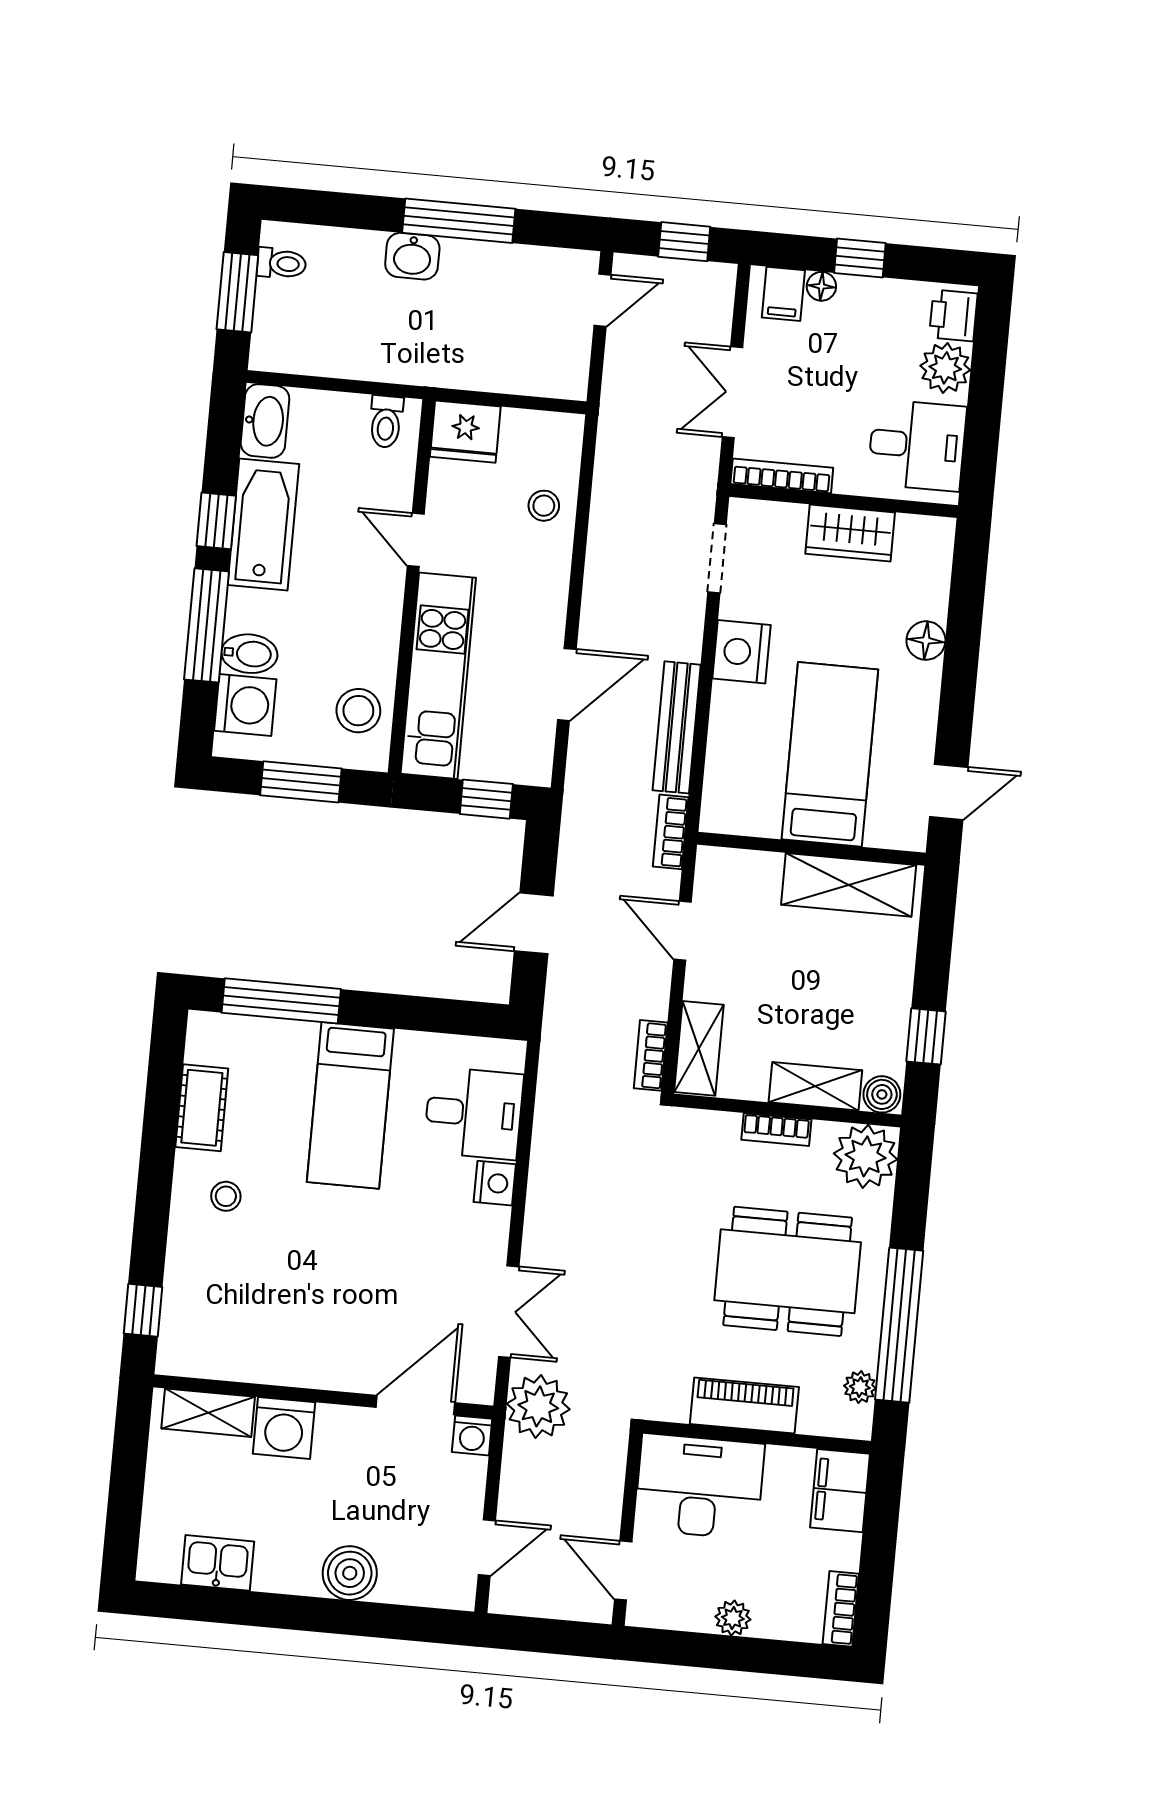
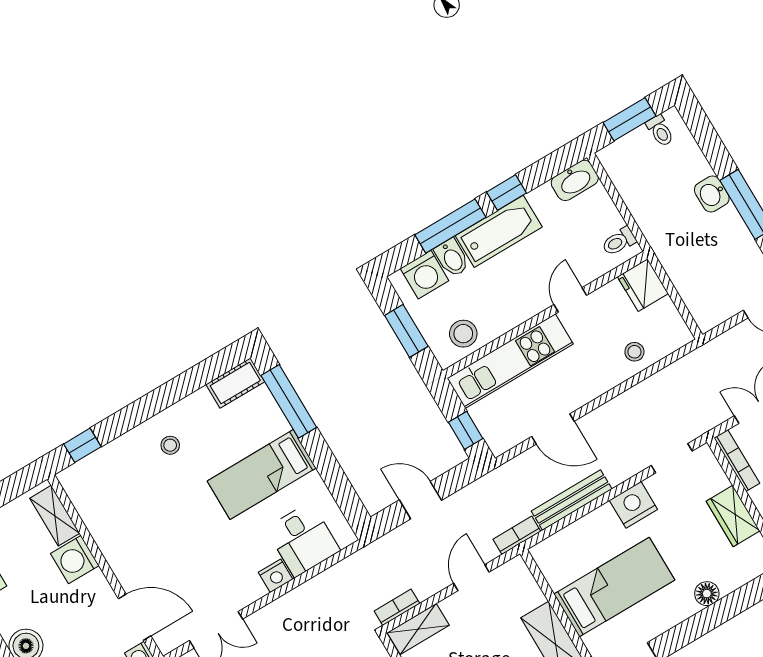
bathtub: (263, 525) -> (499, 231), moved
cot: (202, 1108) -> (235, 383), moved

